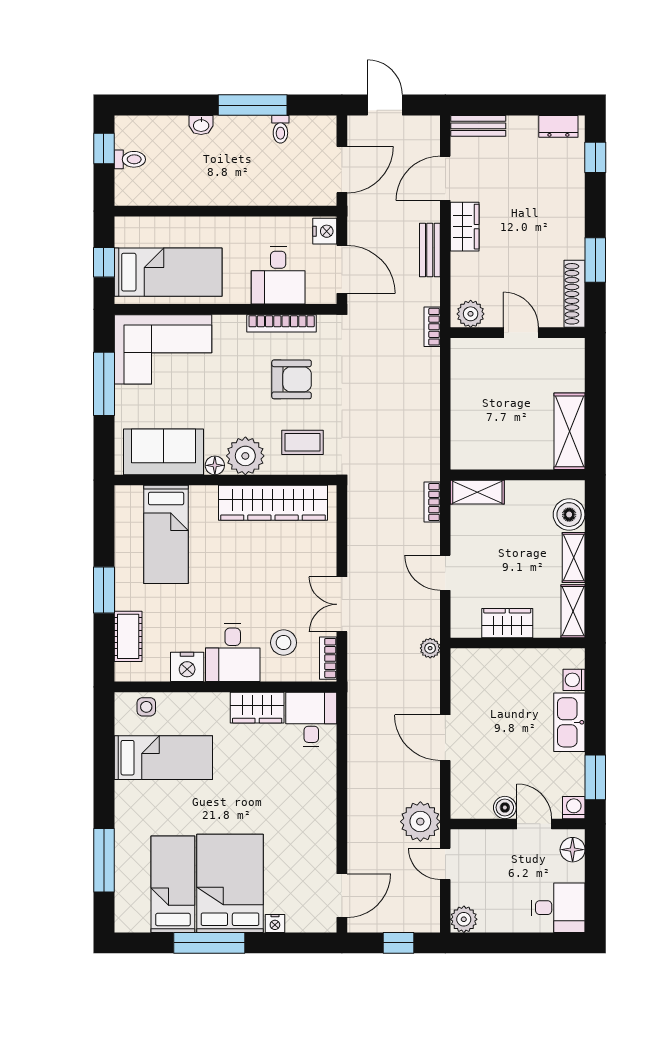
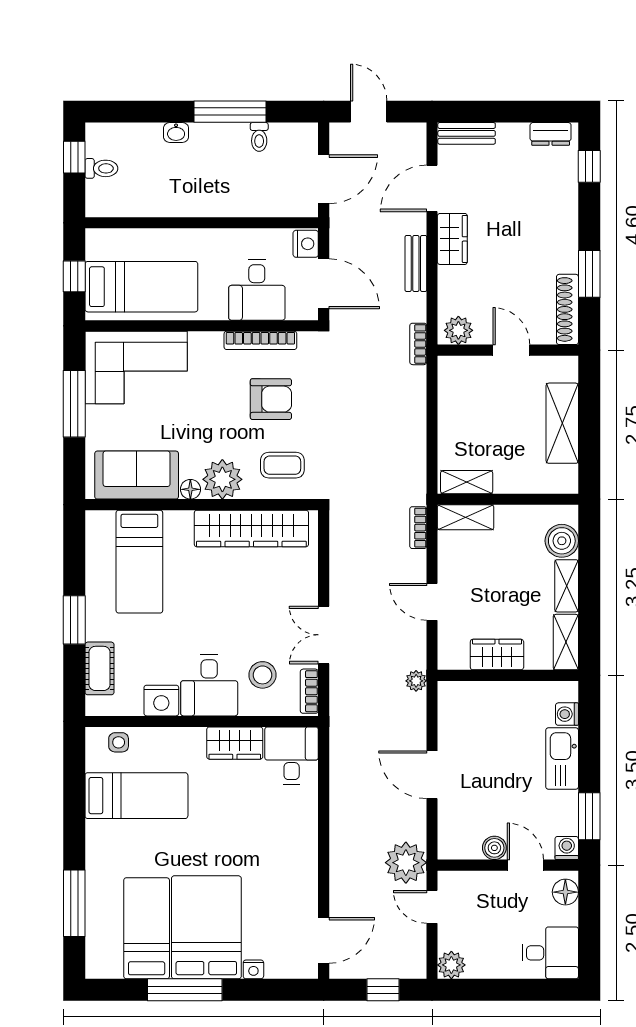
shelving: (570, 431) -> (562, 423), moved
shelving: (478, 459) -> (467, 482), added

